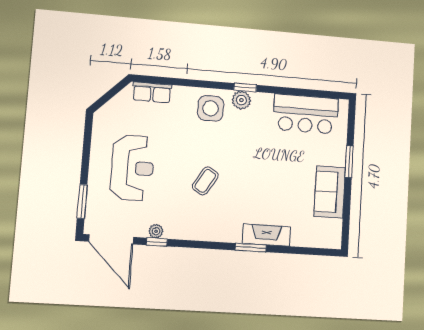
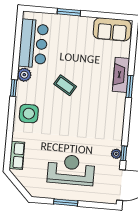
plant: (241, 100) -> (24, 75), moved
coffee table: (205, 181) -> (65, 85), moved
sofa: (330, 192) -> (112, 29), moved
window: (82, 201) -> (66, 202), moved

